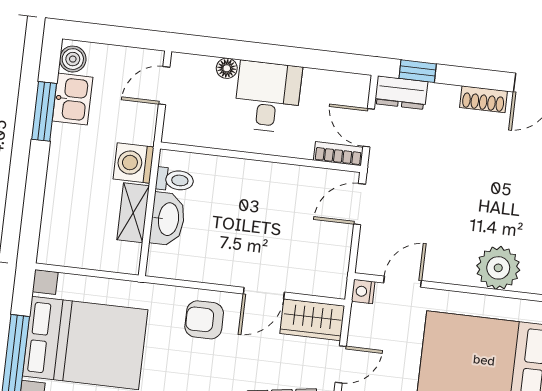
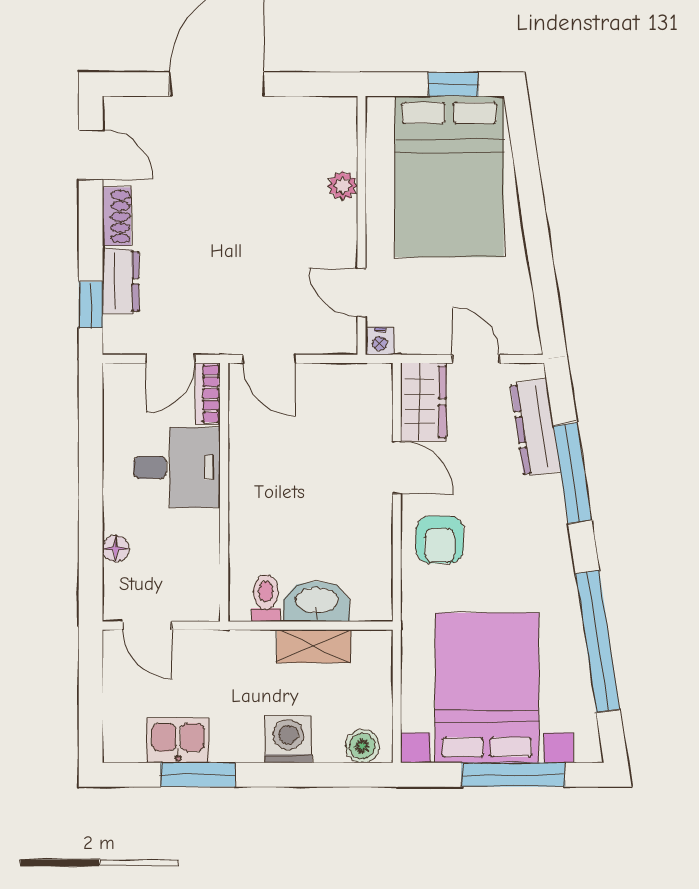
boiler: (73, 59) -> (362, 746), moved
dresser: (401, 93) -> (121, 281), moved
desk: (268, 97) -> (177, 467), moved, turned 180
washing machine: (134, 163) -> (288, 739), moved, turned 180
plant: (498, 268) -> (343, 186), width x0.53, depth x0.53

